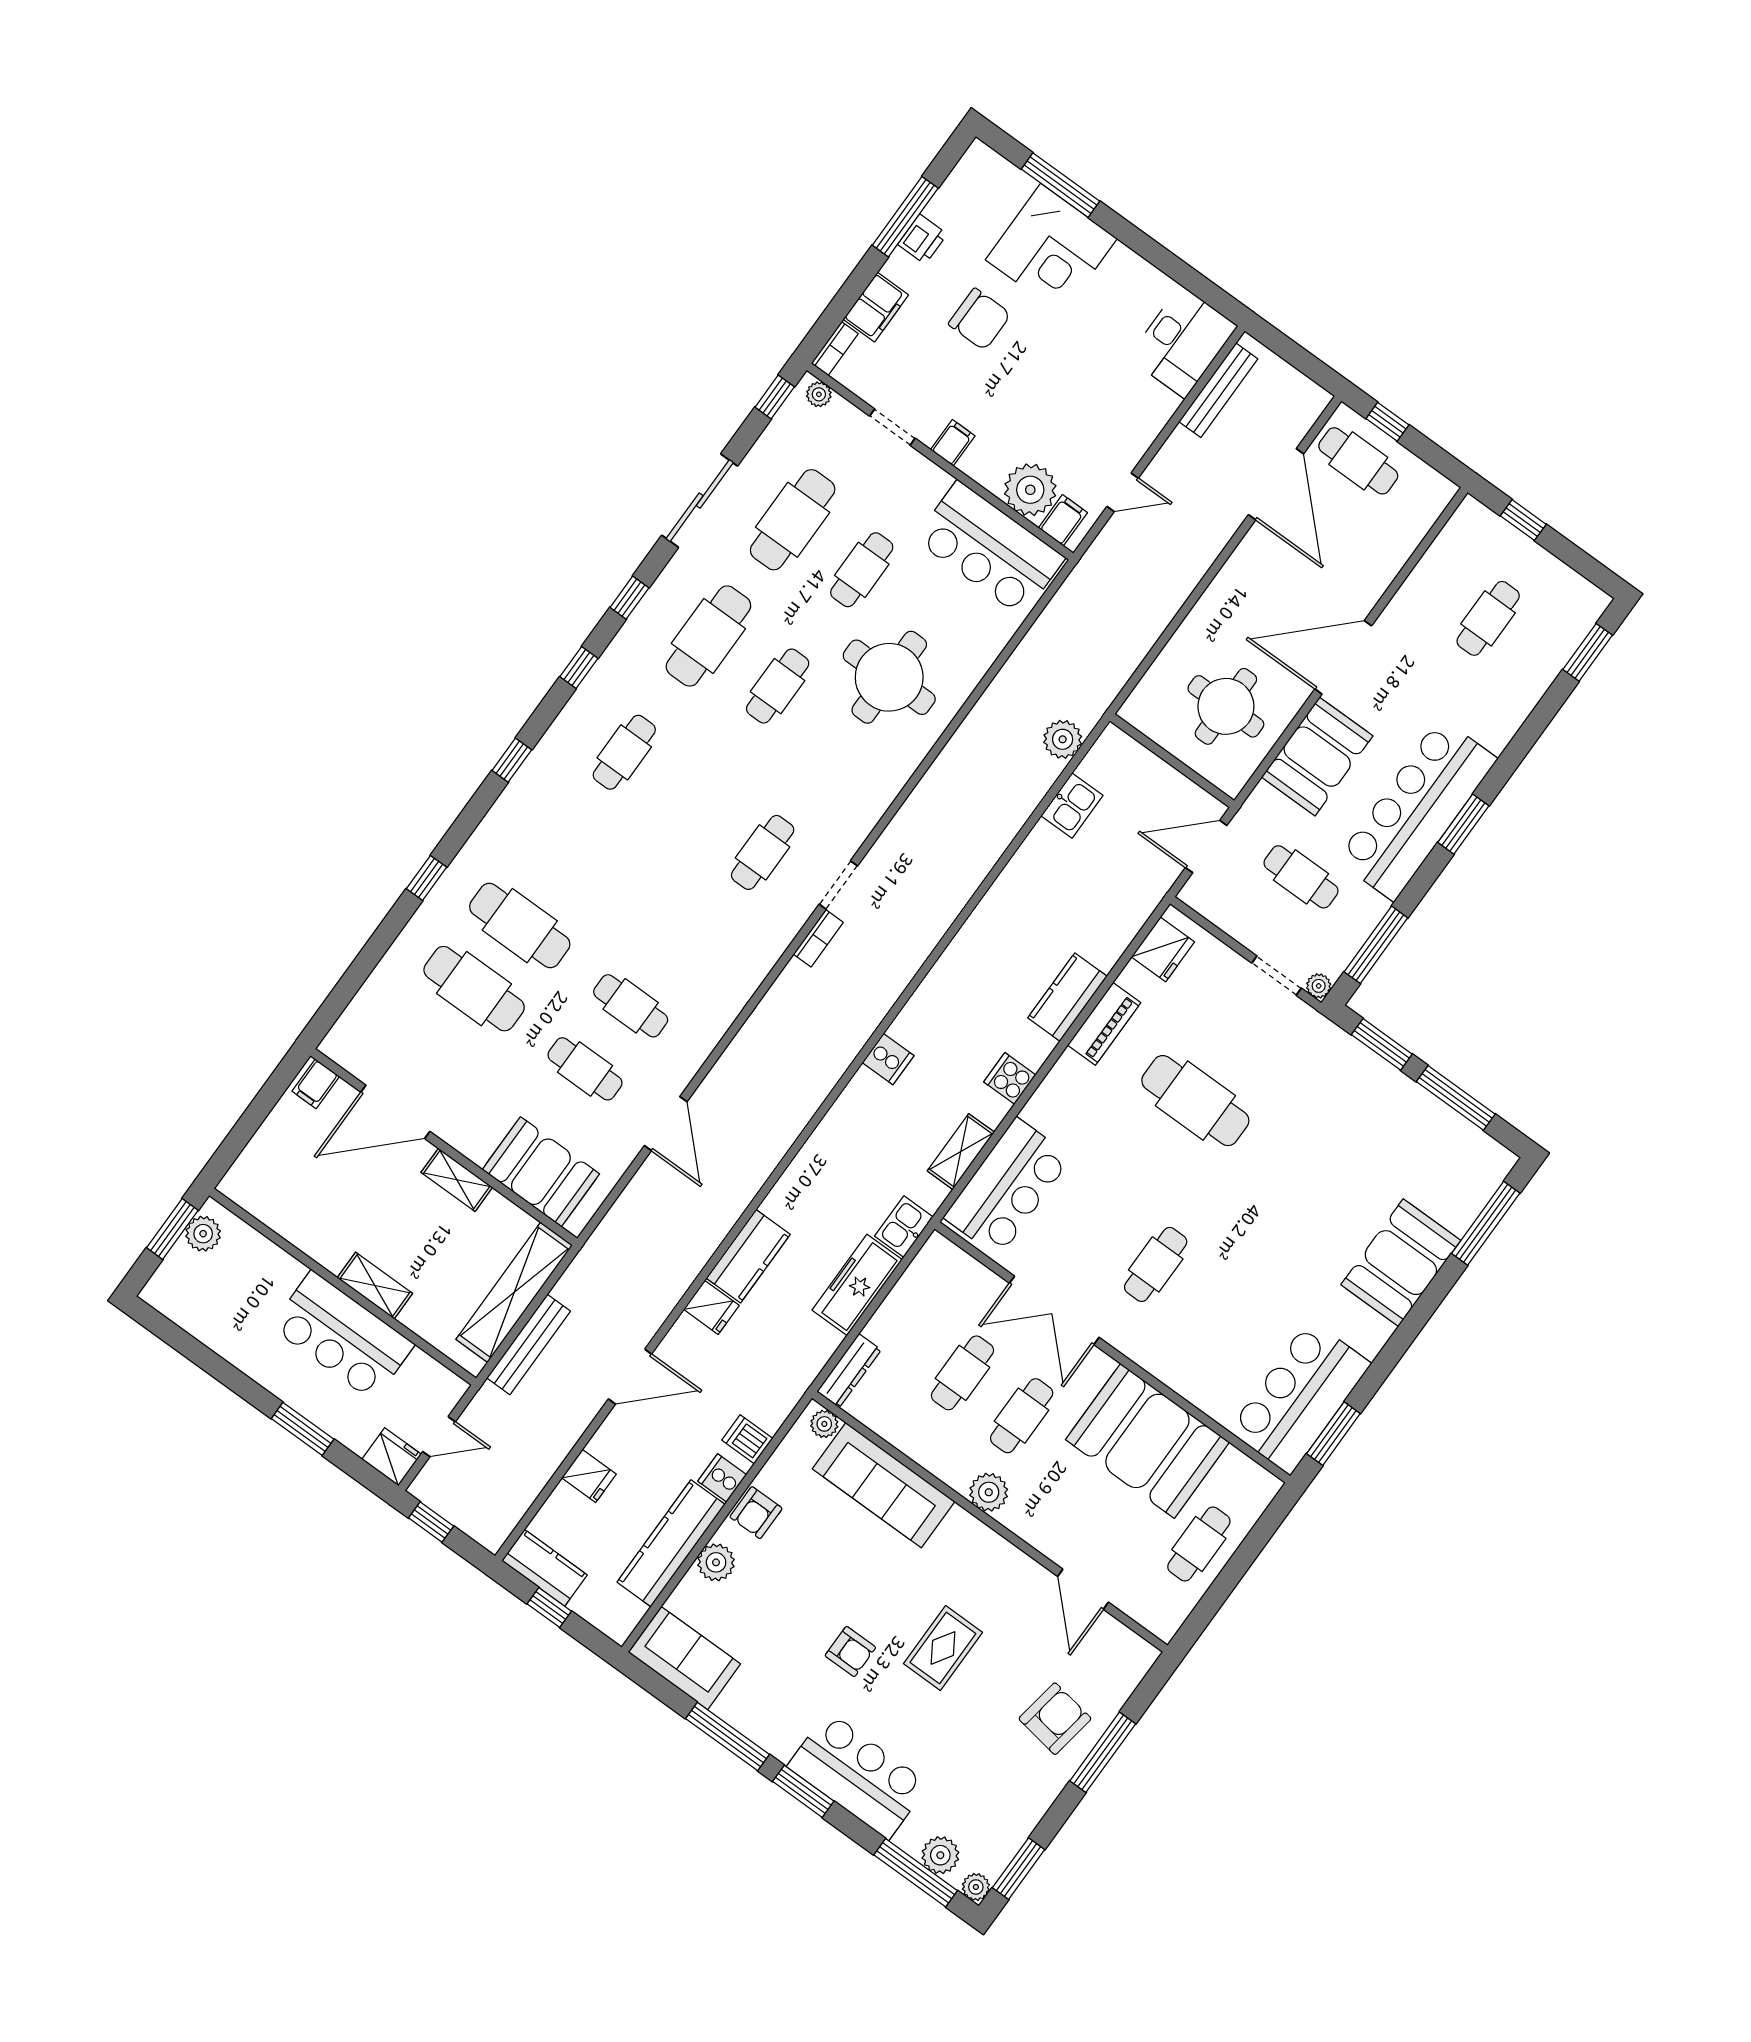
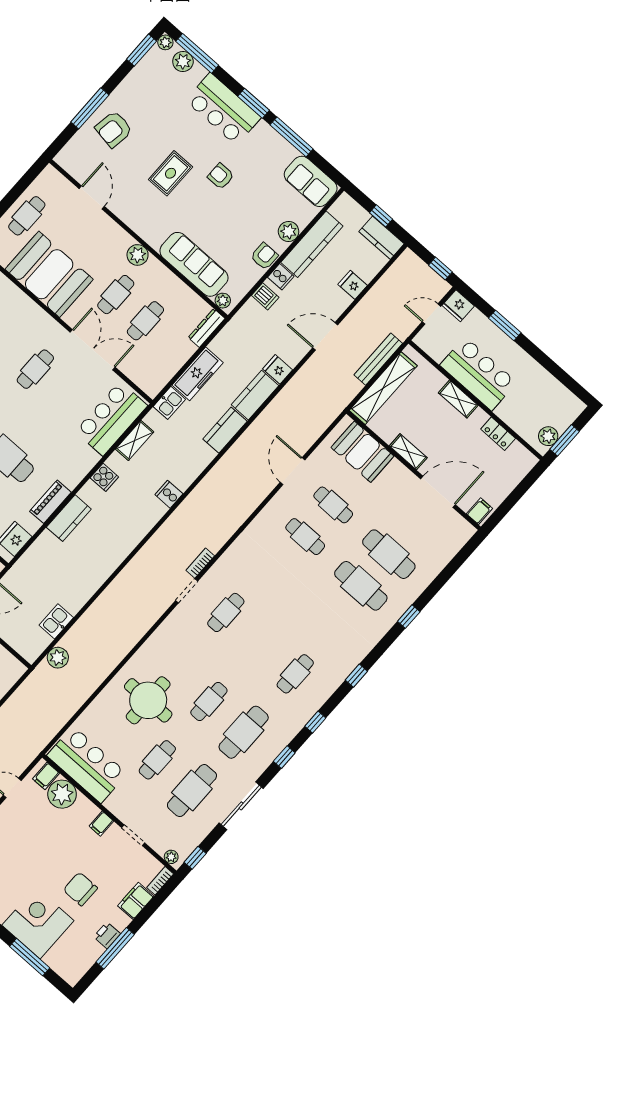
kitchen counter: (797, 1187) -> (225, 430), added
locker: (295, 1229) -> (498, 434), added

